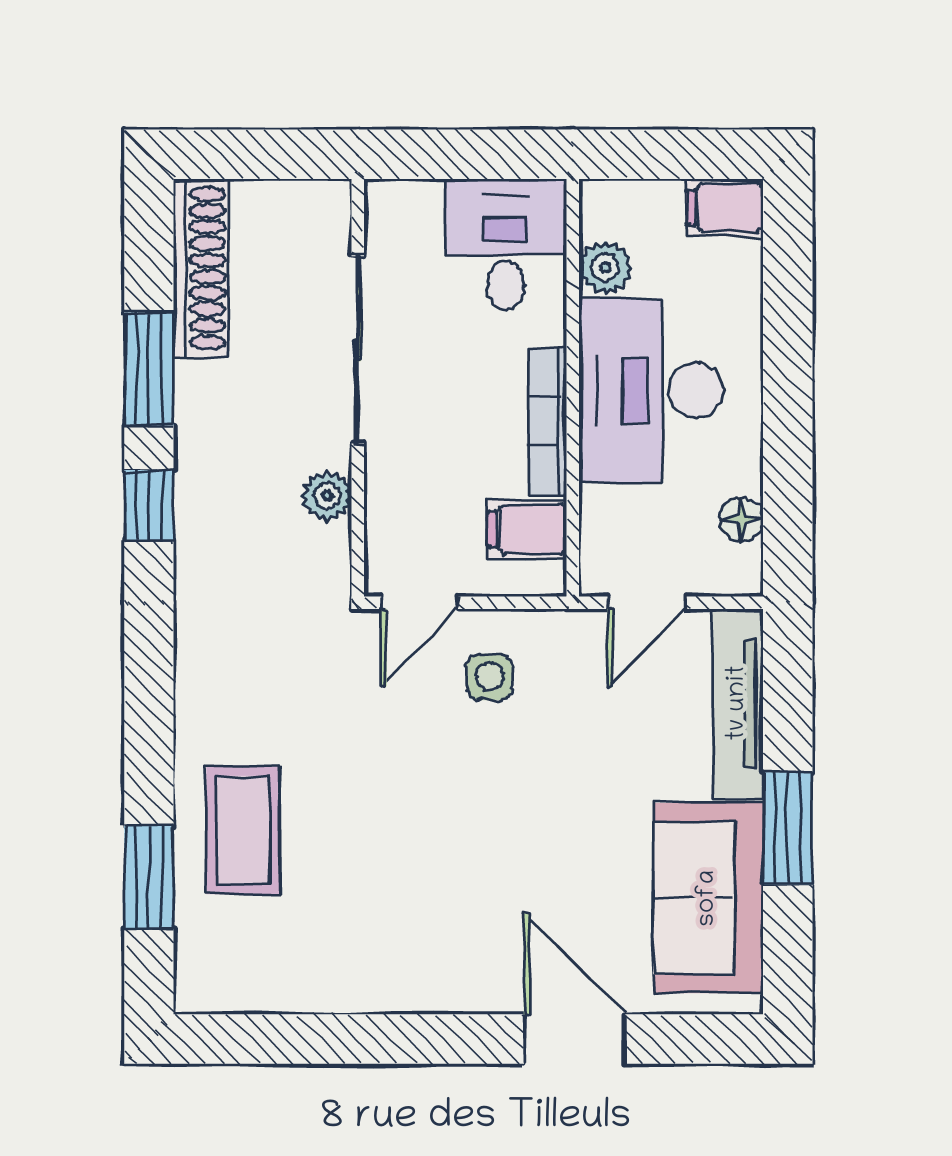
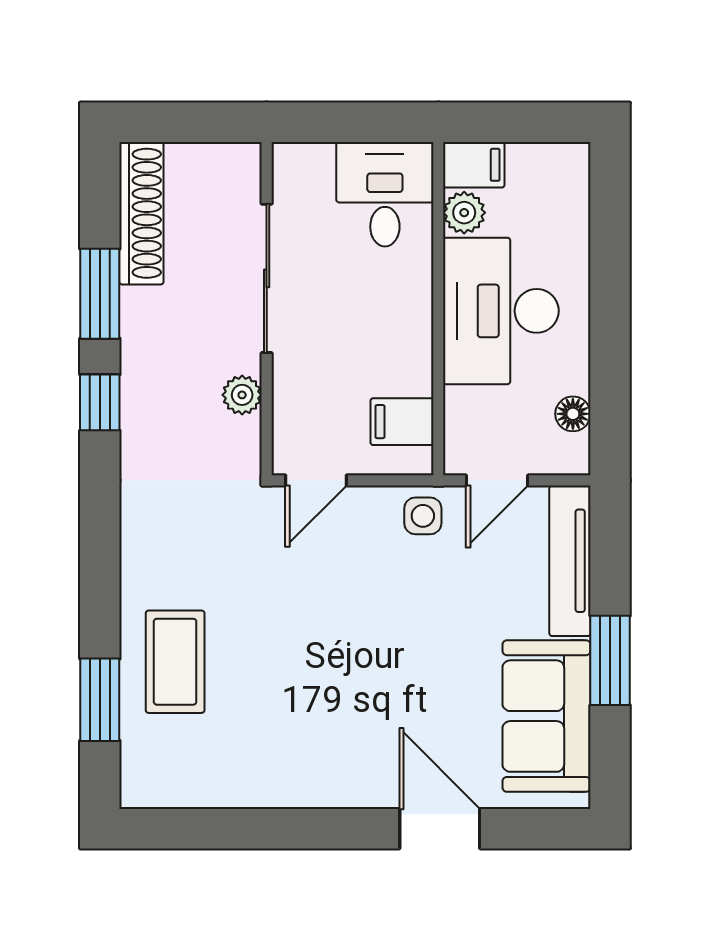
filing cabinet: (725, 208) -> (474, 165), moved, turned 180
bookcase: (548, 421) -> (418, 335), removed
side table: (490, 677) -> (423, 516), moved

